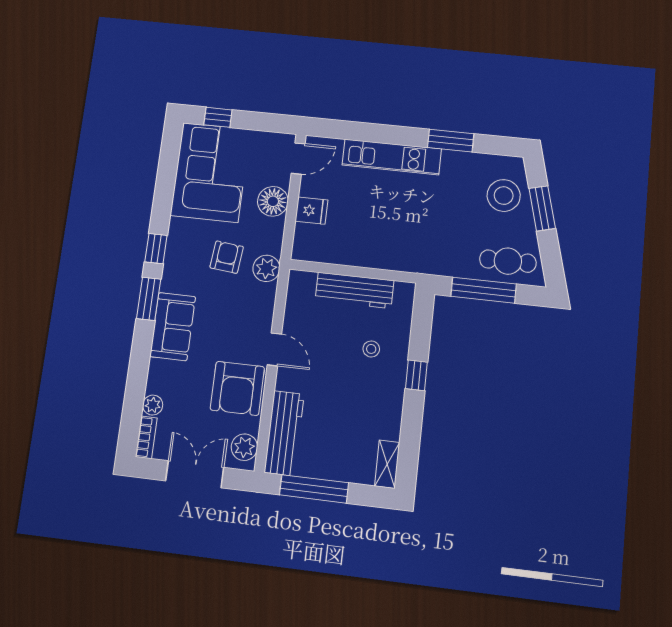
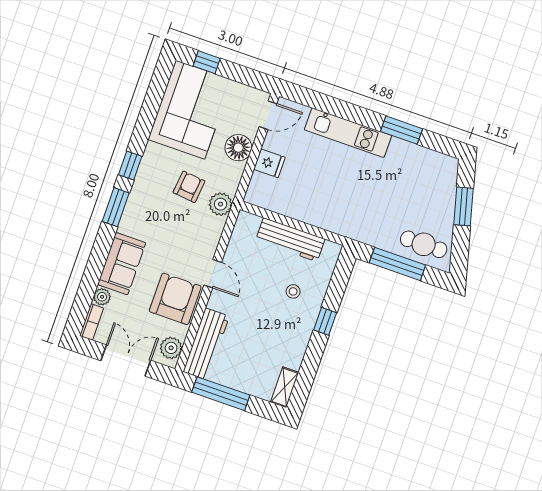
stool: (504, 196) -> (434, 188), removed
sofa: (173, 327) -> (122, 264), moved
armchair: (237, 388) -> (175, 299), turned 180

